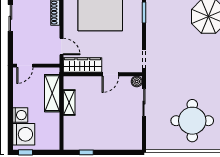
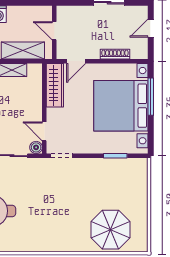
door: (25, 66) -> (54, 31), moved
door: (110, 74) -> (44, 131), moved

